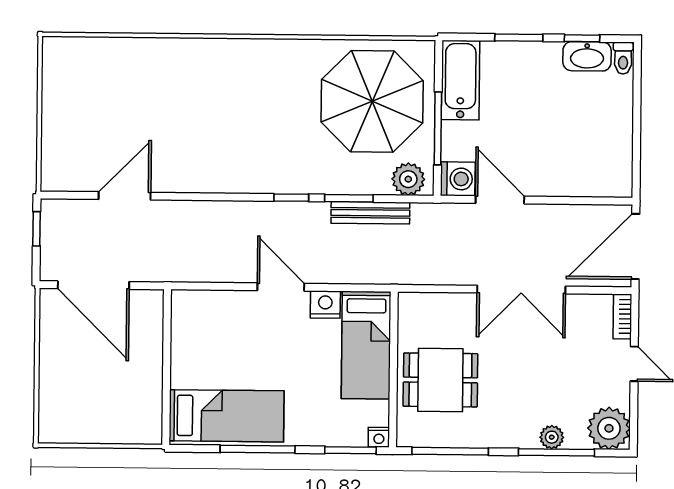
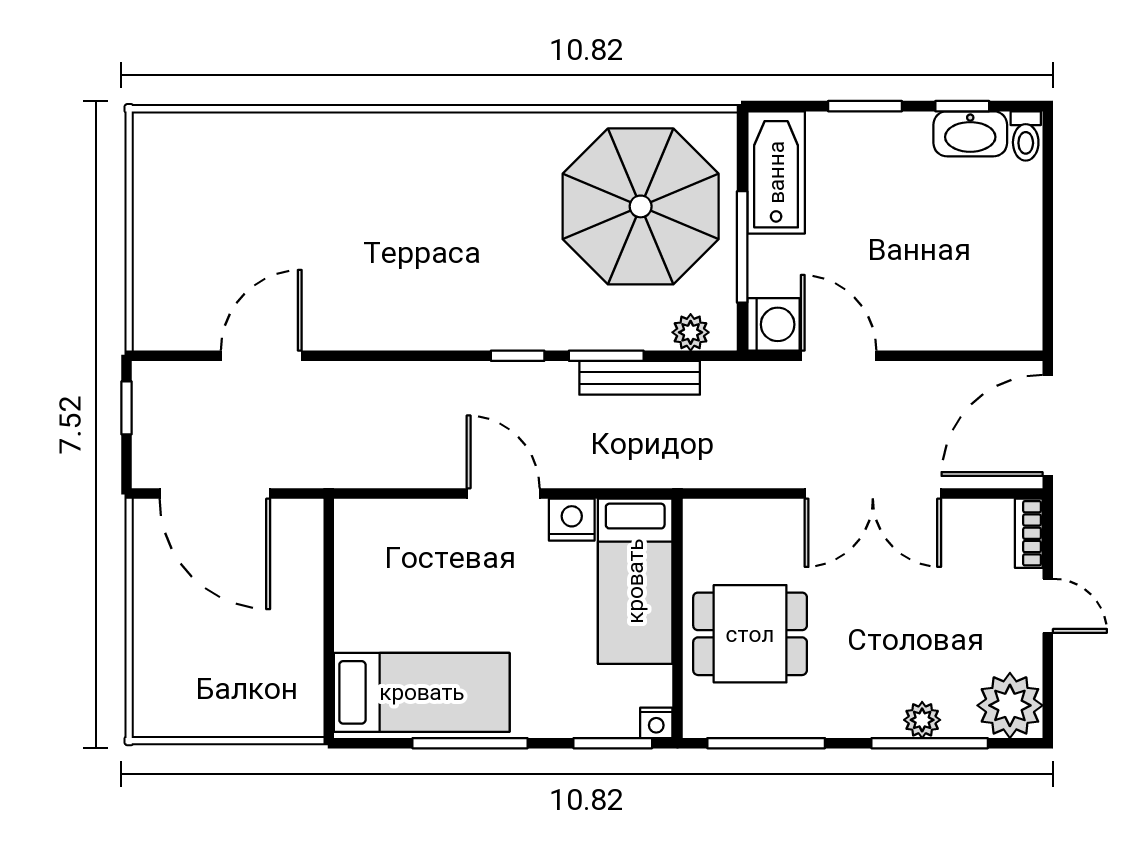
plant: (408, 179) -> (691, 332), width x0.73, depth x0.73

